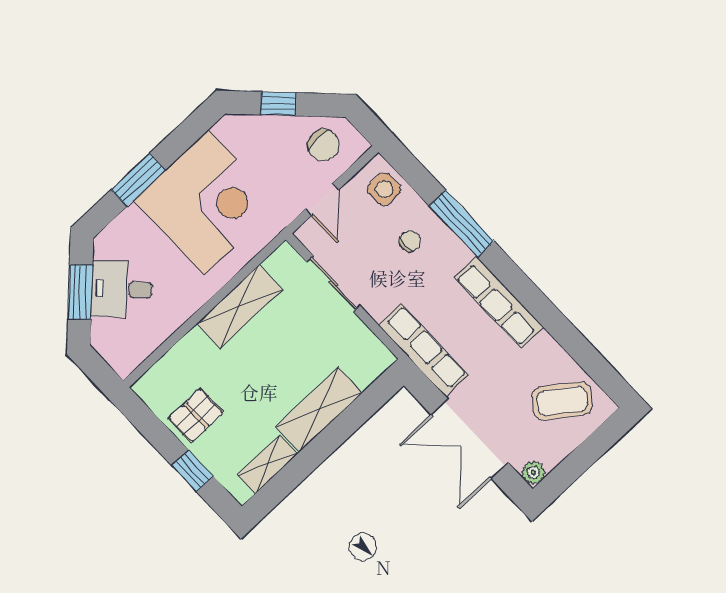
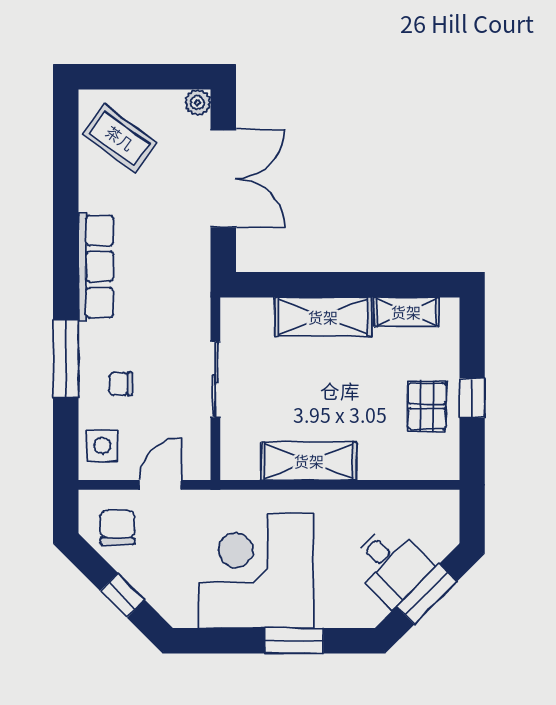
sliding door: (333, 284) -> (215, 379), moved
row of seats: (423, 350) -> (193, 286), removed
pallet: (196, 415) -> (427, 406), turned 90
window: (192, 471) -> (472, 398), moved

